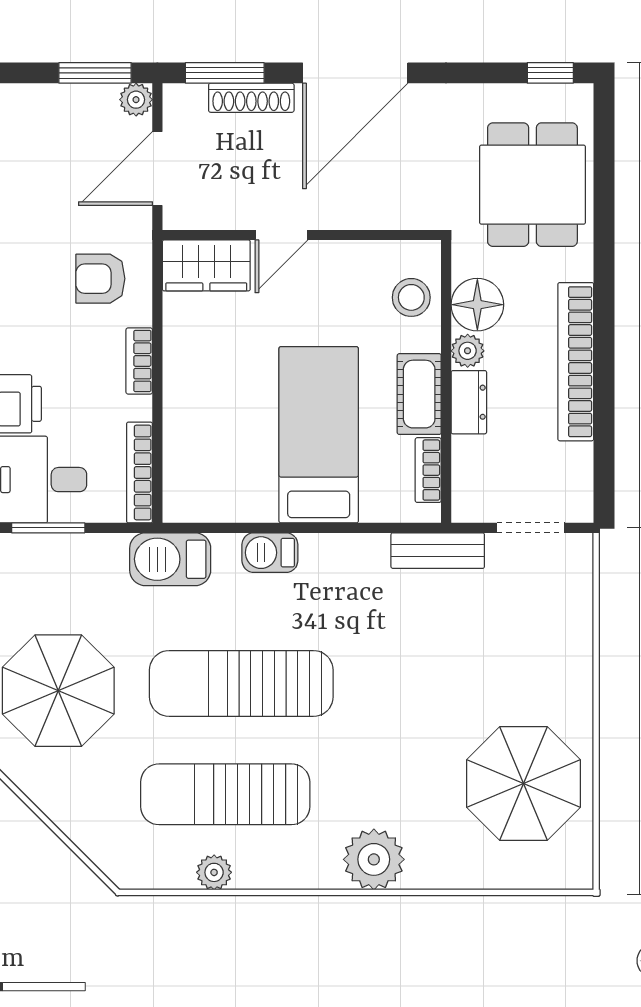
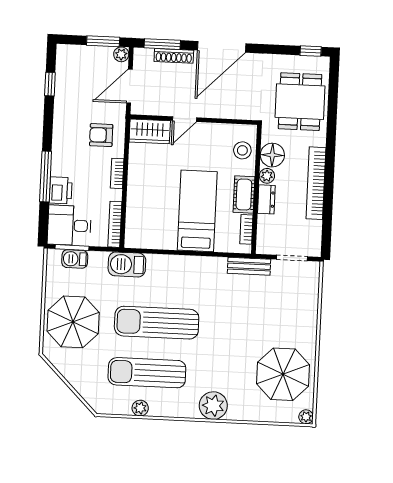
barbecue: (270, 553) -> (75, 259), moved
plant: (578, 874) -> (306, 417), added

